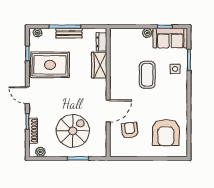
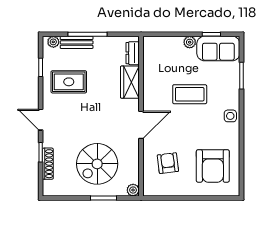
bench: (69, 33) -> (77, 42), moved
rug: (50, 65) -> (69, 82), width x0.73, depth x0.70
side table: (175, 69) -> (230, 116), moved
coffee table: (147, 75) -> (190, 94), turned 90
door: (108, 111) -> (141, 125), moved
spiral stairs: (73, 131) -> (97, 164), turned 180
plant: (40, 152) -> (133, 190), moved

